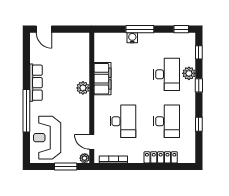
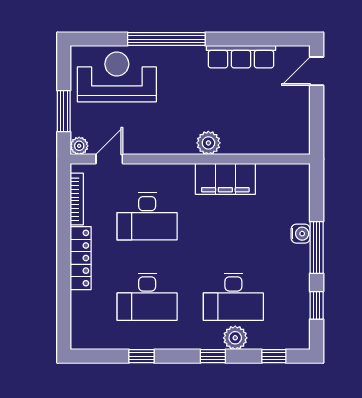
window: (181, 29) -> (317, 305), moved
row of seats: (36, 83) -> (241, 57), moved
locker: (161, 157) -> (81, 258), moved

